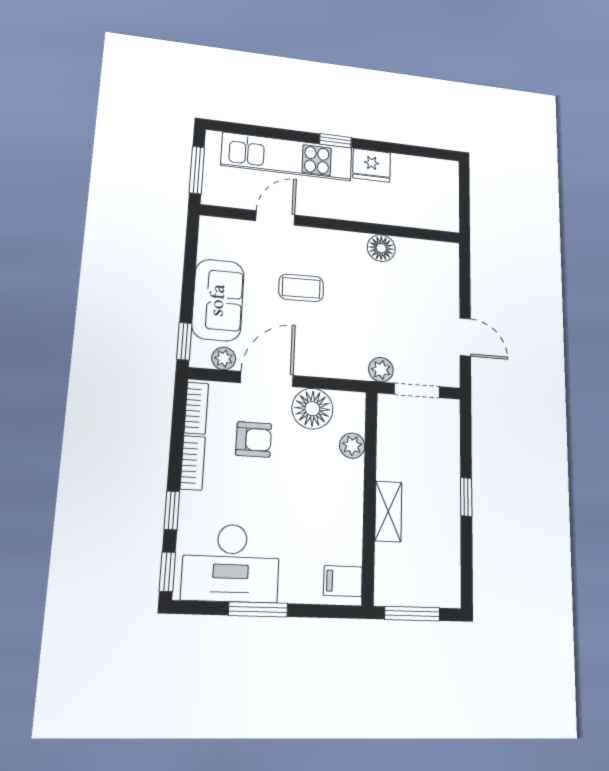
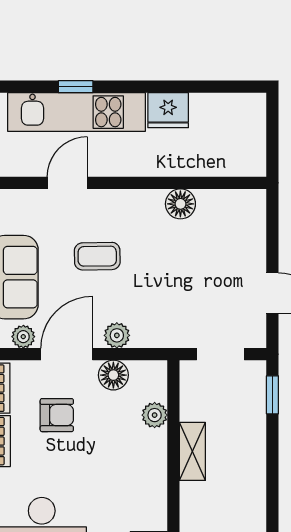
window: (336, 141) -> (76, 87), moved
plant: (381, 370) -> (117, 335), moved
floor lamp: (312, 409) -> (113, 375), width x0.73, depth x0.73
window: (466, 497) -> (272, 395), moved
shelving: (388, 511) -> (192, 451), moved

